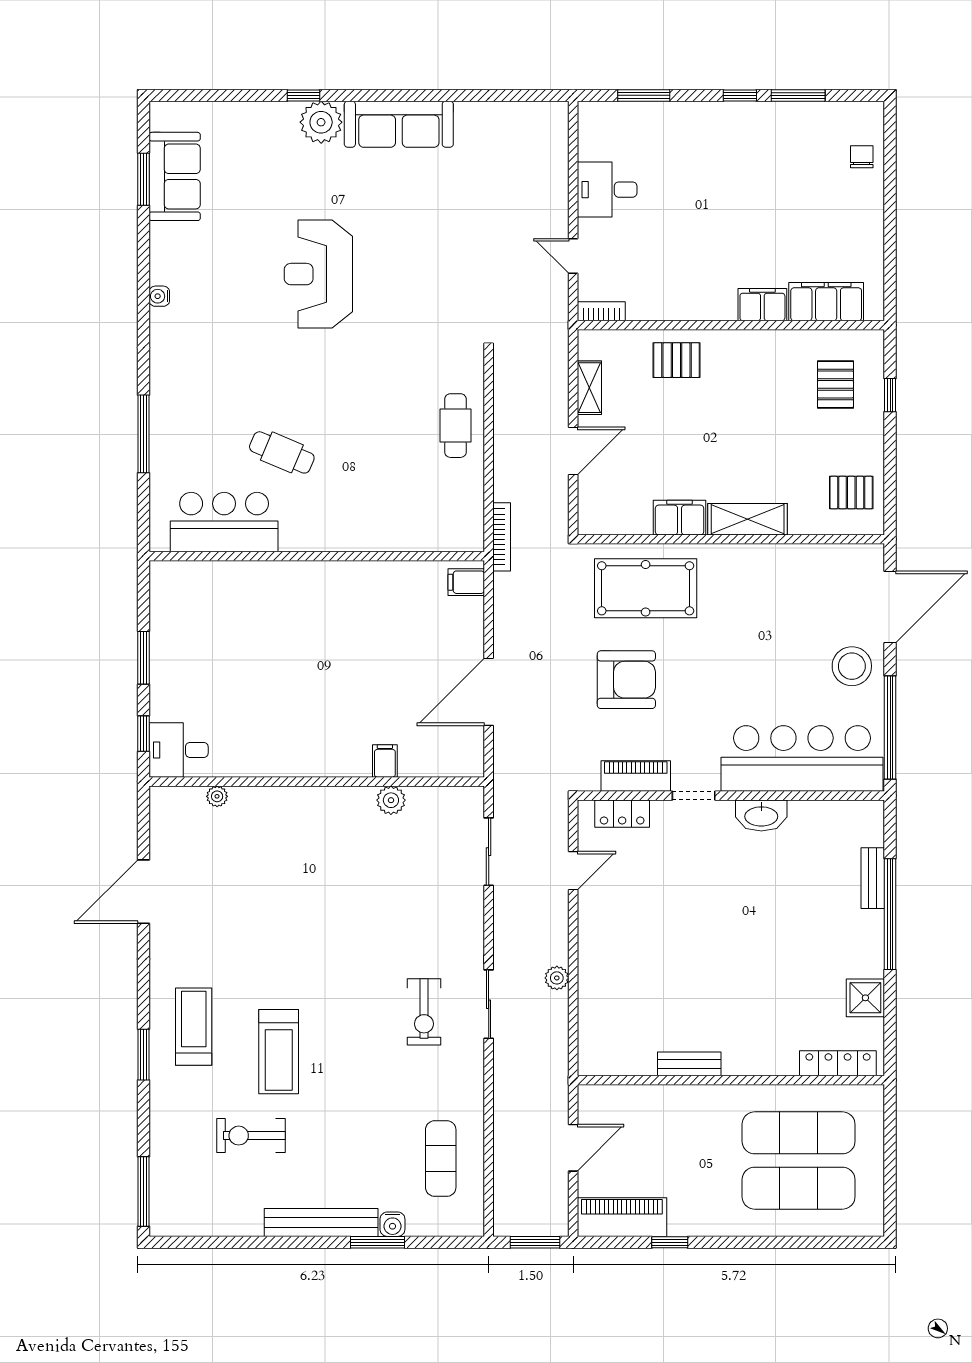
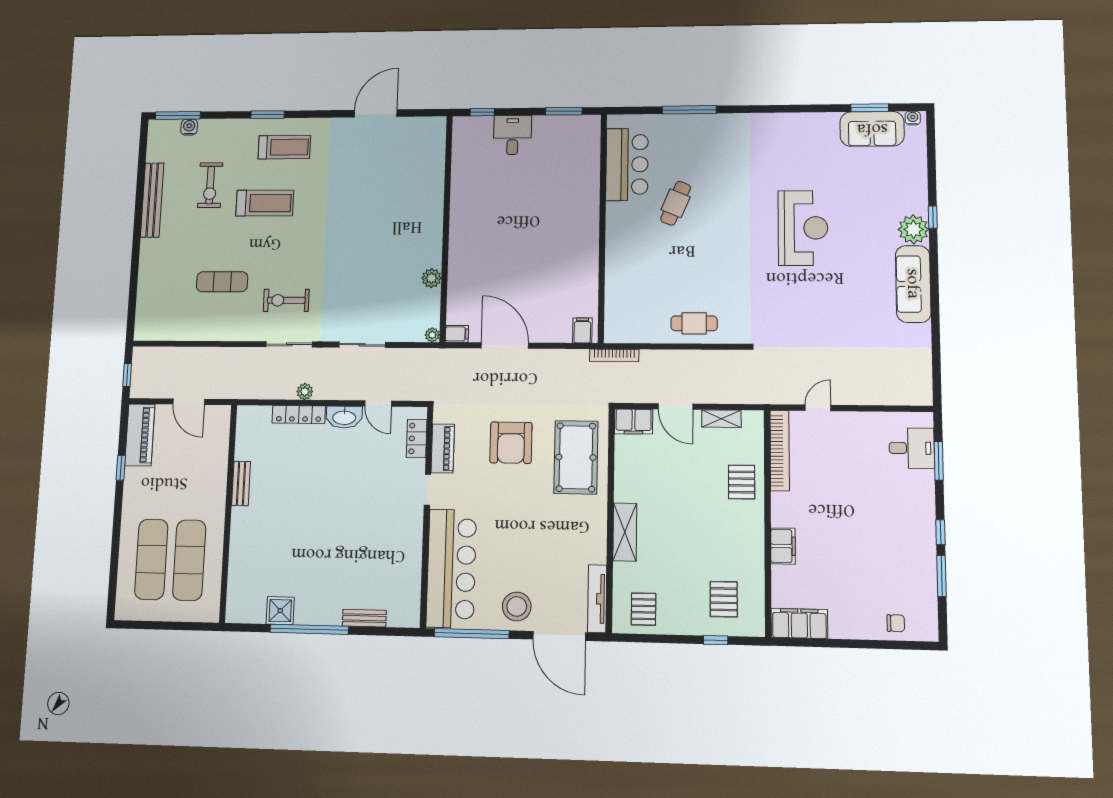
desk: (607, 190) -> (912, 448), moved, turned 90
reception desk: (318, 274) -> (803, 228), turned 90
water cooler: (159, 296) -> (913, 118), moved
filing cabinet: (826, 302) -> (799, 623), moved, turned -90
bookcase: (601, 311) -> (780, 451), width x2.31, depth x1.31
pallet: (835, 384) -> (724, 599), turned 90
filing cabinet: (680, 518) -> (634, 422), moved, turned 90
tv unit: (839, 556) -> (597, 599), added
window: (143, 658) -> (564, 111), moved
desk: (179, 750) -> (512, 135), moved
filing cabinet: (385, 761) -> (457, 334), moved
plant: (217, 796) -> (432, 335), moved
washbasin: (761, 816) -> (344, 417), moved, turned -90
sliding door: (489, 852) -> (362, 345), moved
door: (143, 892) -> (376, 113), hinge flipped
window: (890, 914) -> (309, 629), moved
treadmill: (279, 1052) -> (265, 203), turned 180
locker: (838, 1063) -> (299, 415), moved, turned 90
exercise bike: (251, 1136) -> (210, 185), turned 180
exercise mat: (441, 1159) -> (222, 282), moved
bench: (321, 1222) -> (152, 200), moved
water cooler: (392, 1224) -> (189, 127), moved, turned 90
window: (378, 1242) -> (134, 269), removed
window: (535, 1242) -> (127, 375), width x0.67

